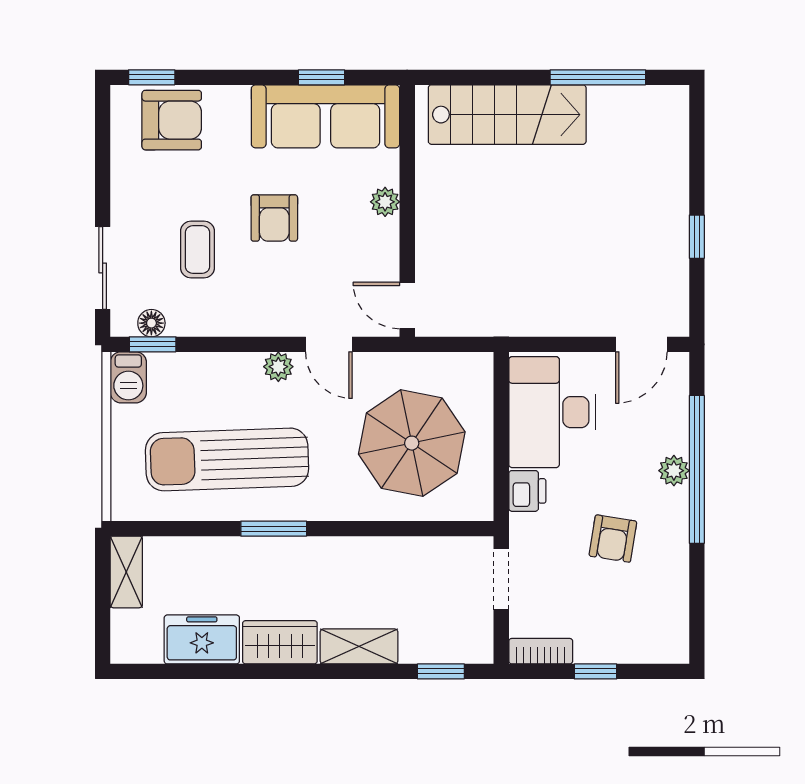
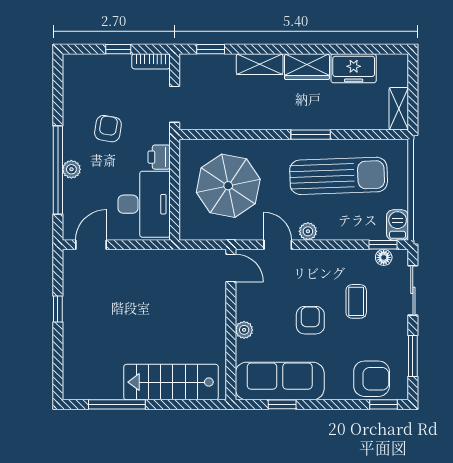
armchair: (172, 120) -> (372, 379), turned 180
window: (103, 158) -> (413, 356), added

